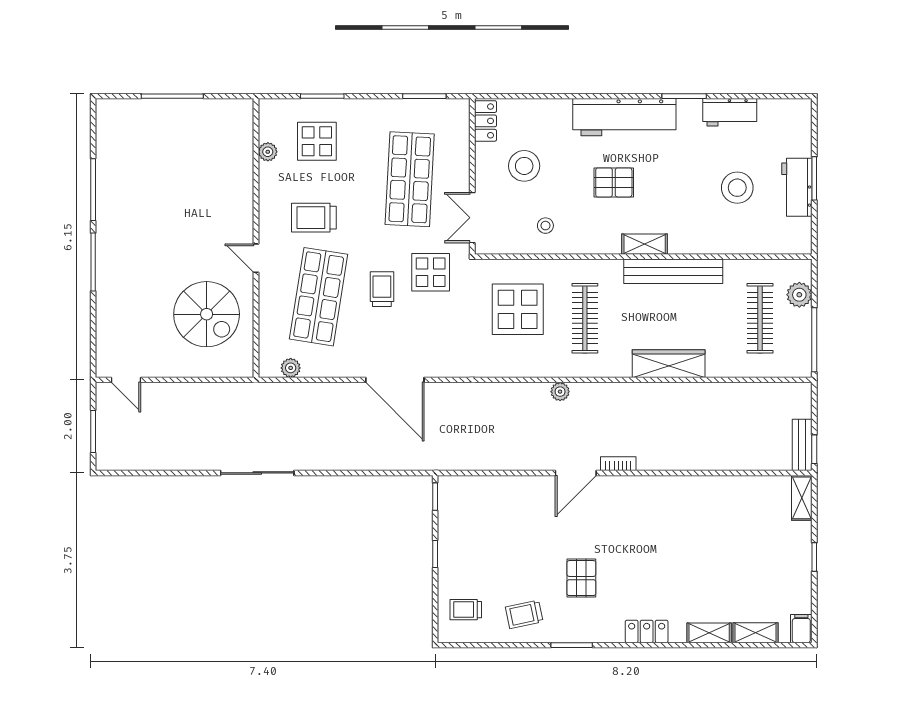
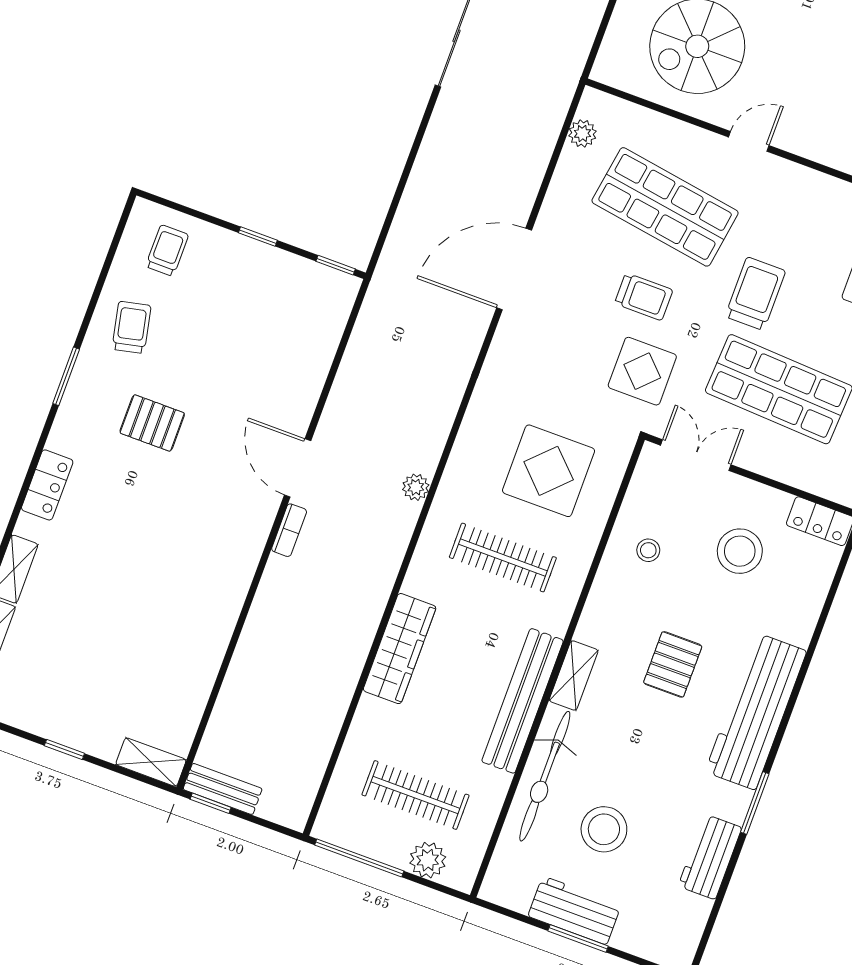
trolley: (314, 218) -> (755, 294), moved
bicycle: (717, 239) -> (545, 776), added

